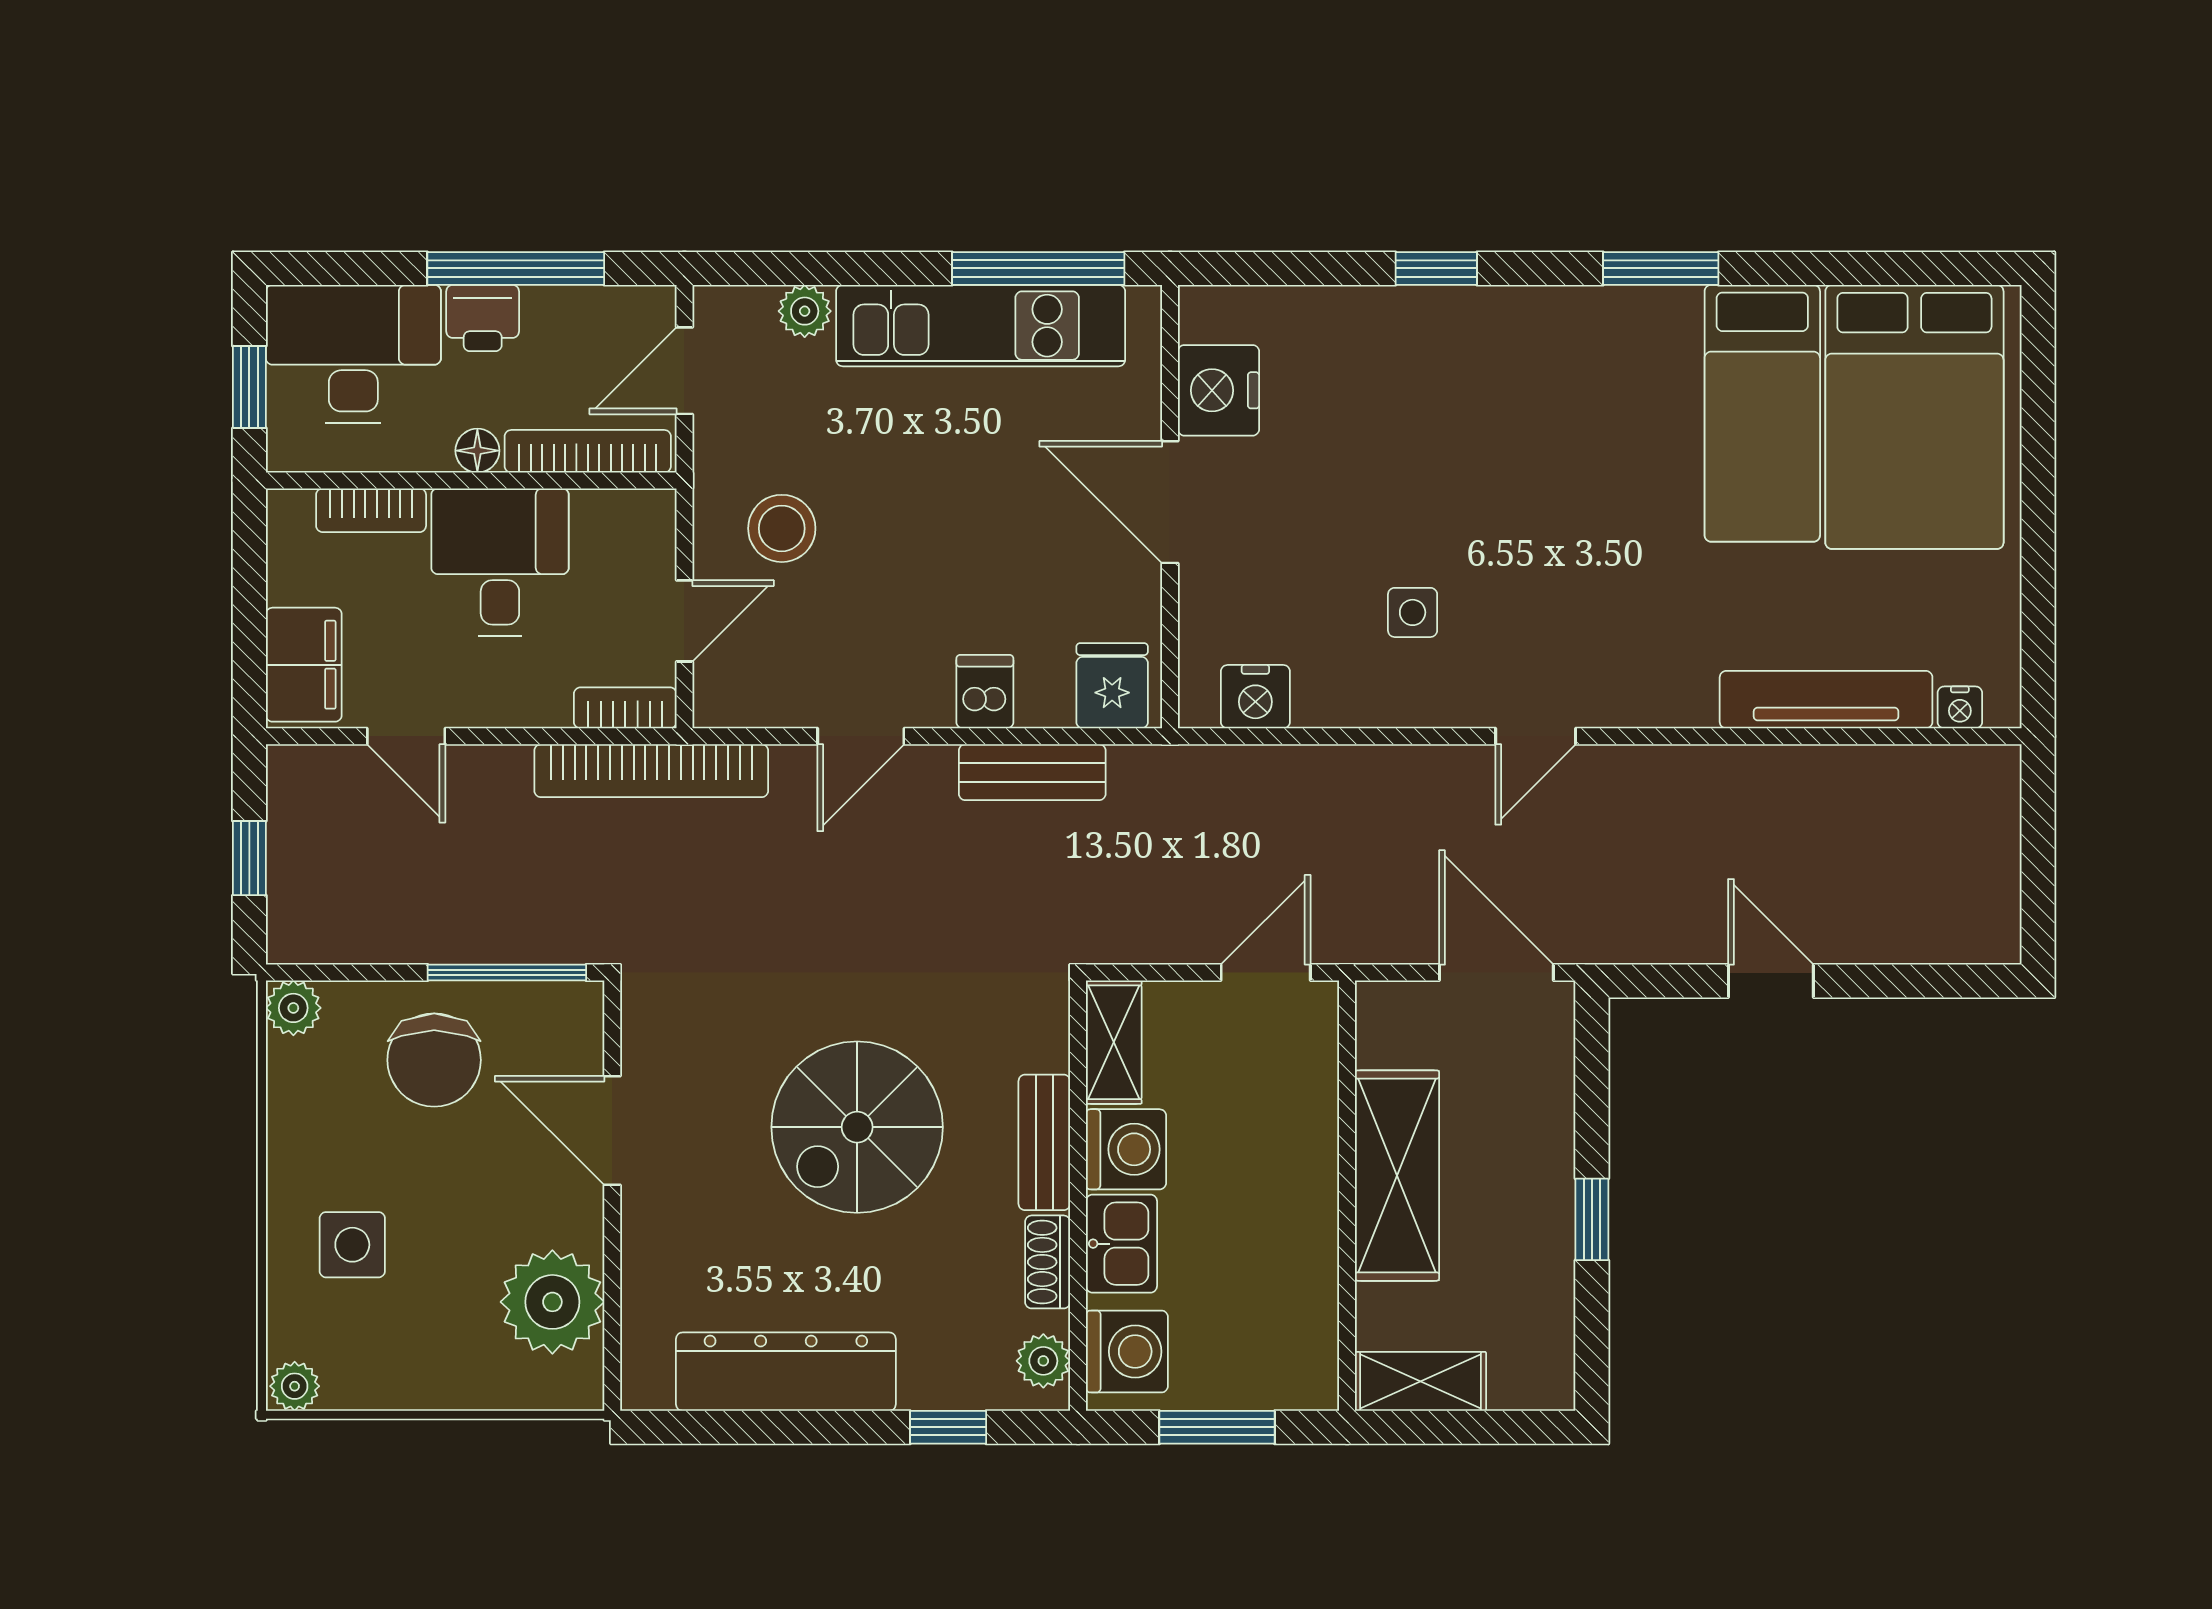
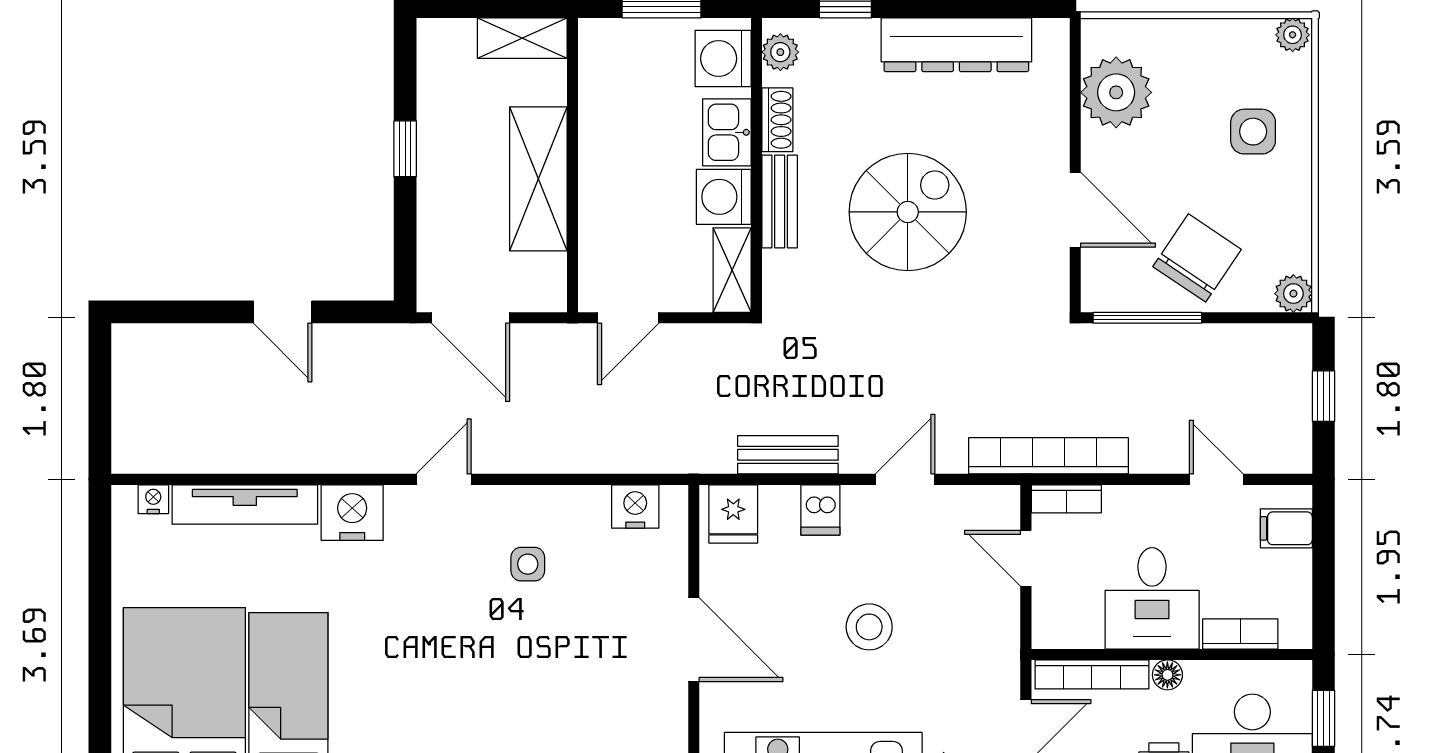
nightstand: (1218, 390) -> (352, 513), moved, turned -90
stool: (782, 528) -> (869, 627), moved
door: (684, 621) -> (1026, 558), hinge flipped
filing cabinet: (304, 665) -> (1286, 528), width x0.50
chair: (434, 1060) -> (1197, 258), turned 34

